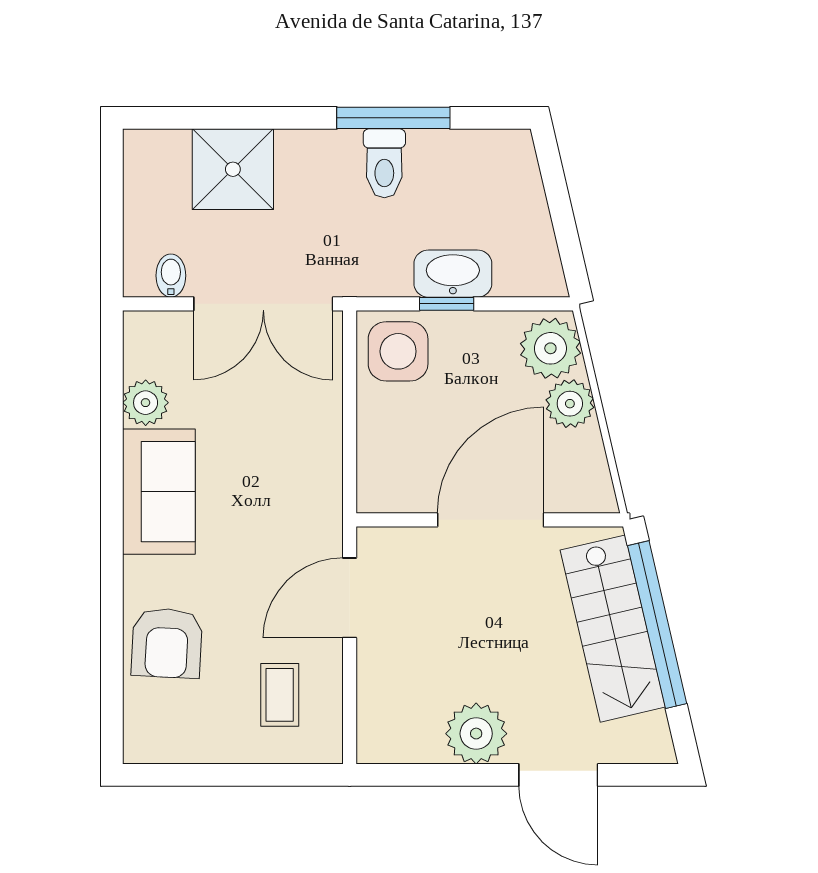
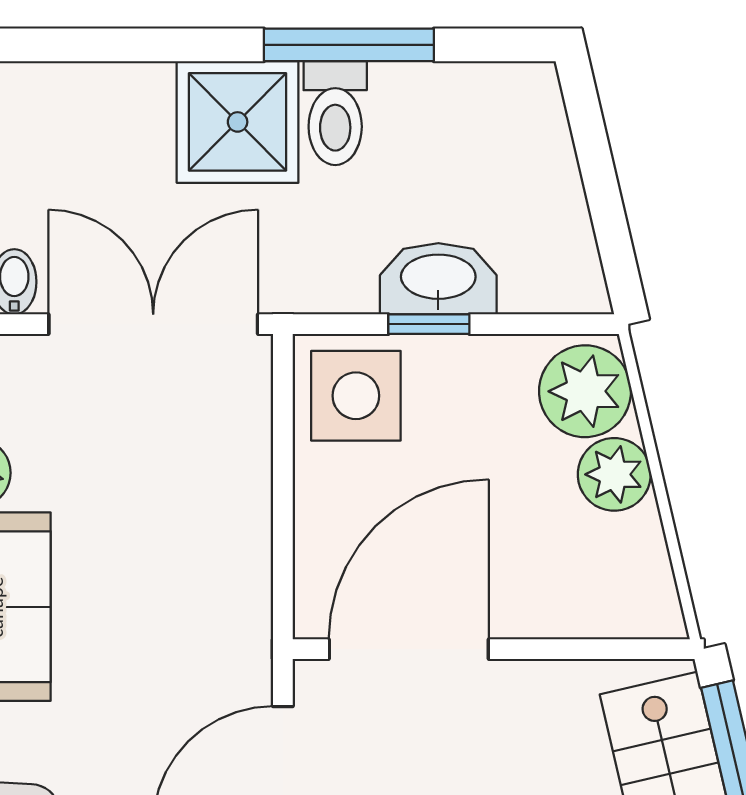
shower: (233, 169) -> (238, 122), moved
double door: (263, 304) -> (153, 324), swing flipped
door: (491, 520) -> (409, 649), moved

